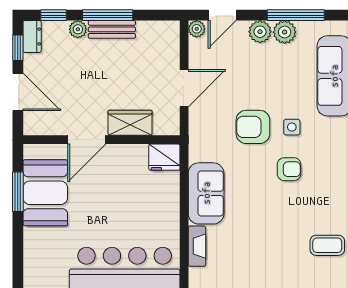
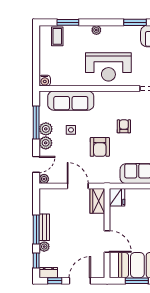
door: (222, 15) -> (36, 164), hinge flipped
wardrobe: (130, 123) -> (97, 201), moved
side table: (292, 127) -> (71, 130), moved

